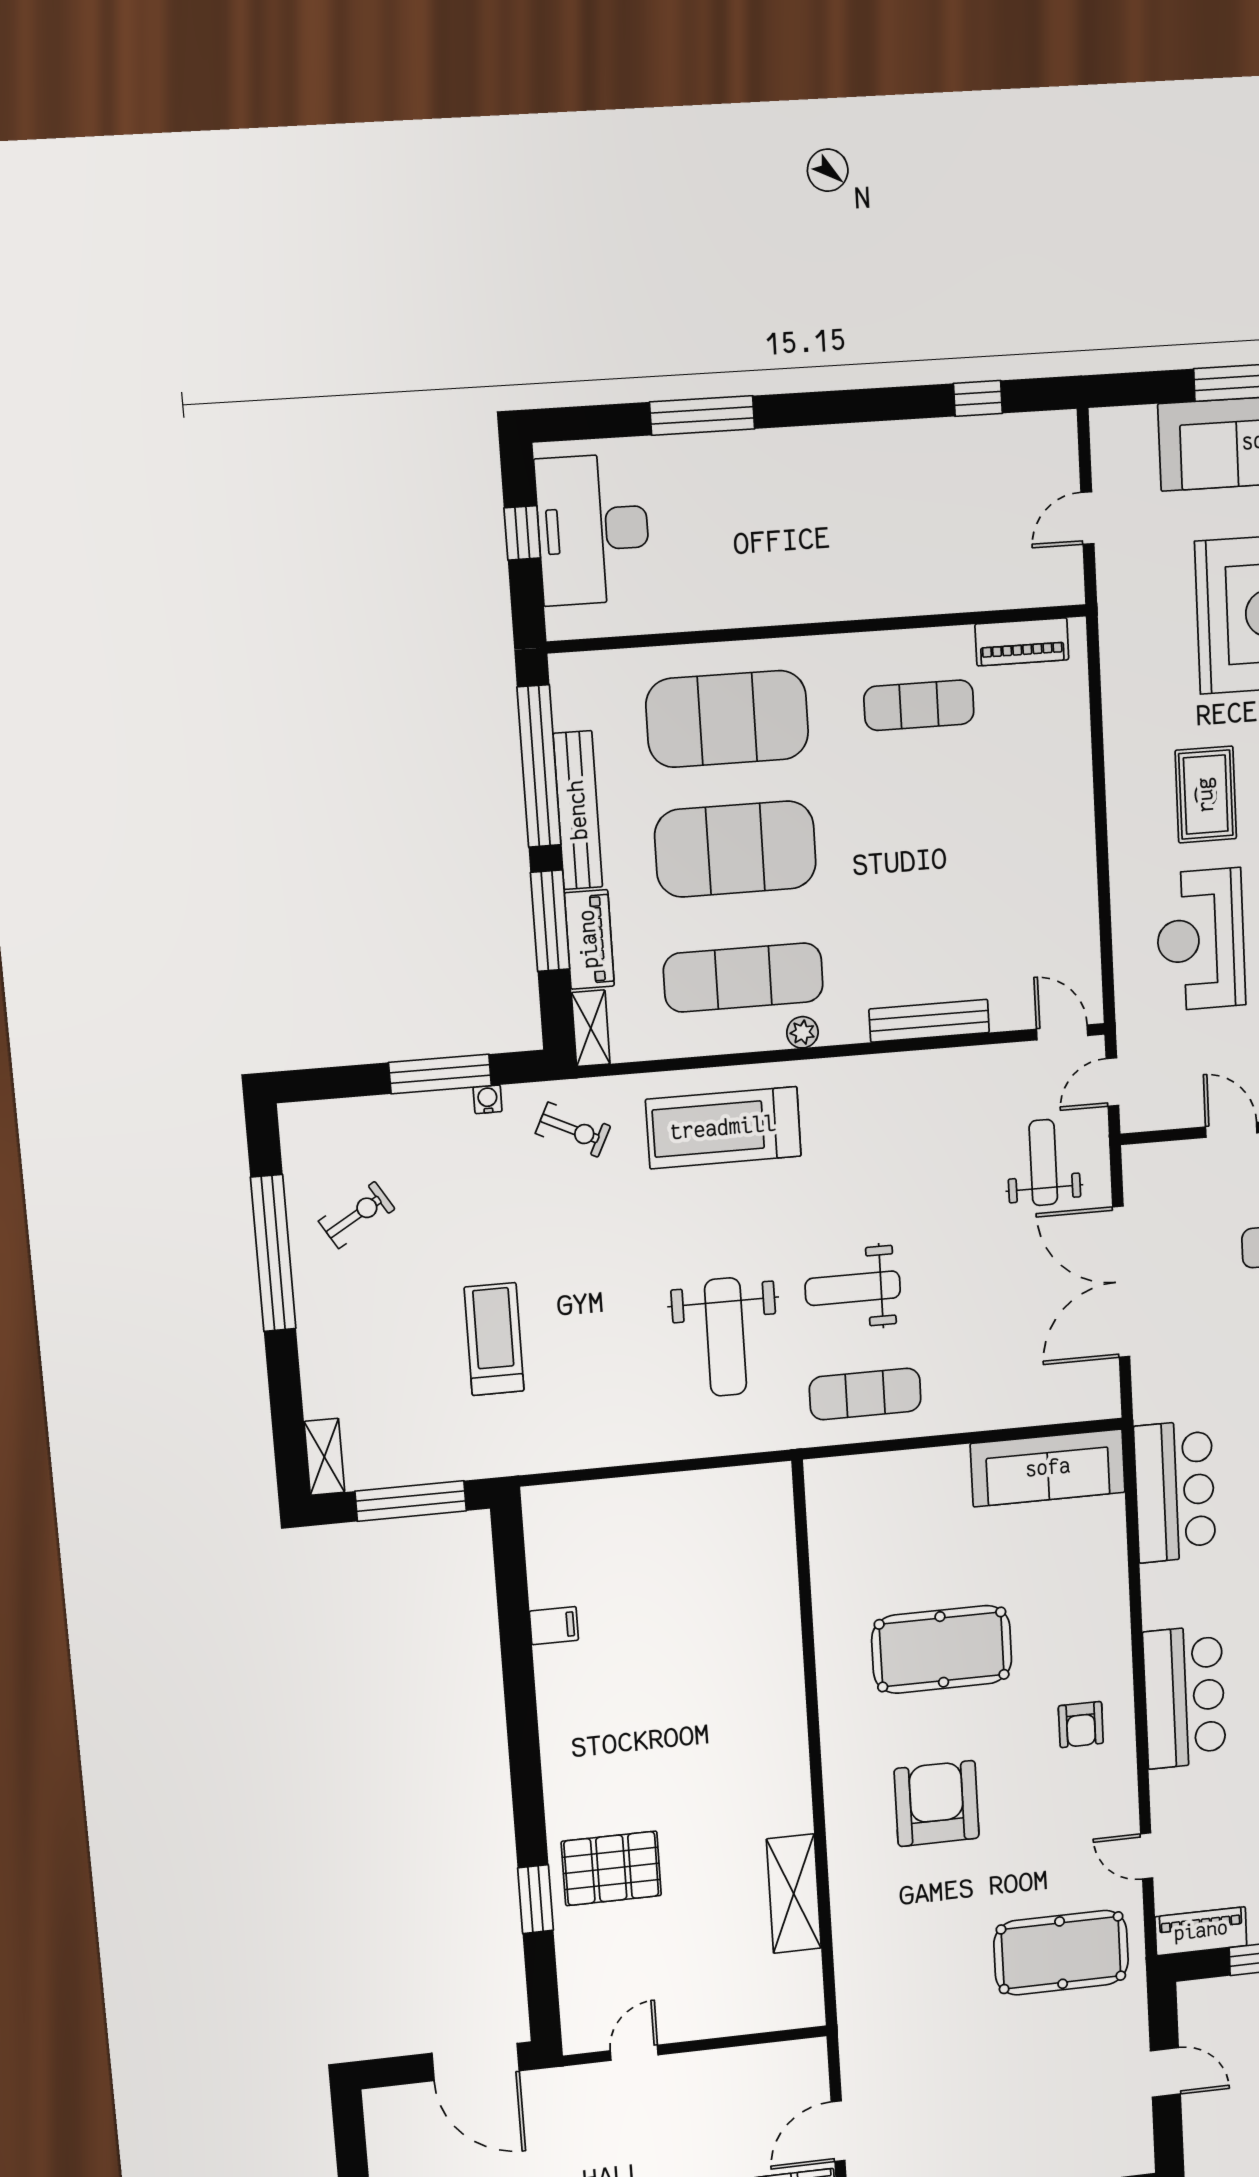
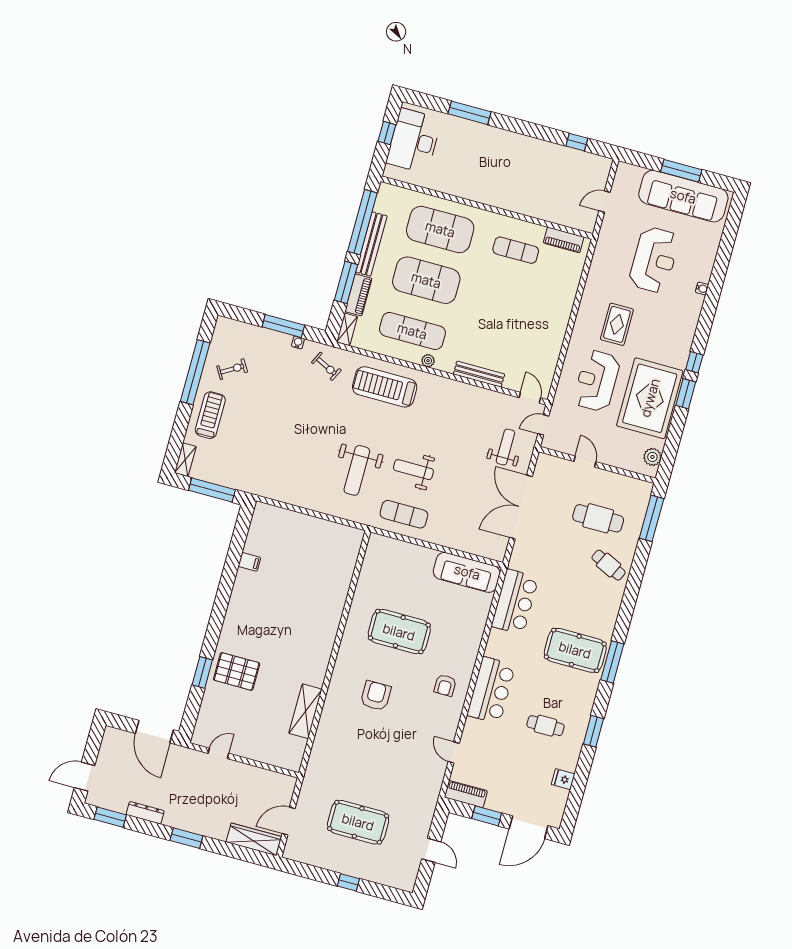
treadmill: (494, 1339) -> (210, 415), moved
armchair: (937, 1803) -> (376, 696), width x0.73, depth x0.73
pool table: (1061, 1953) -> (358, 822), moved

